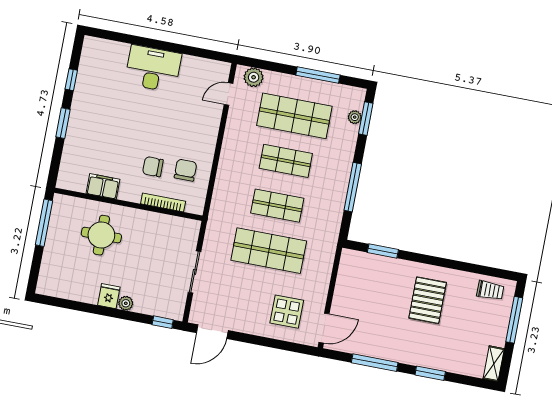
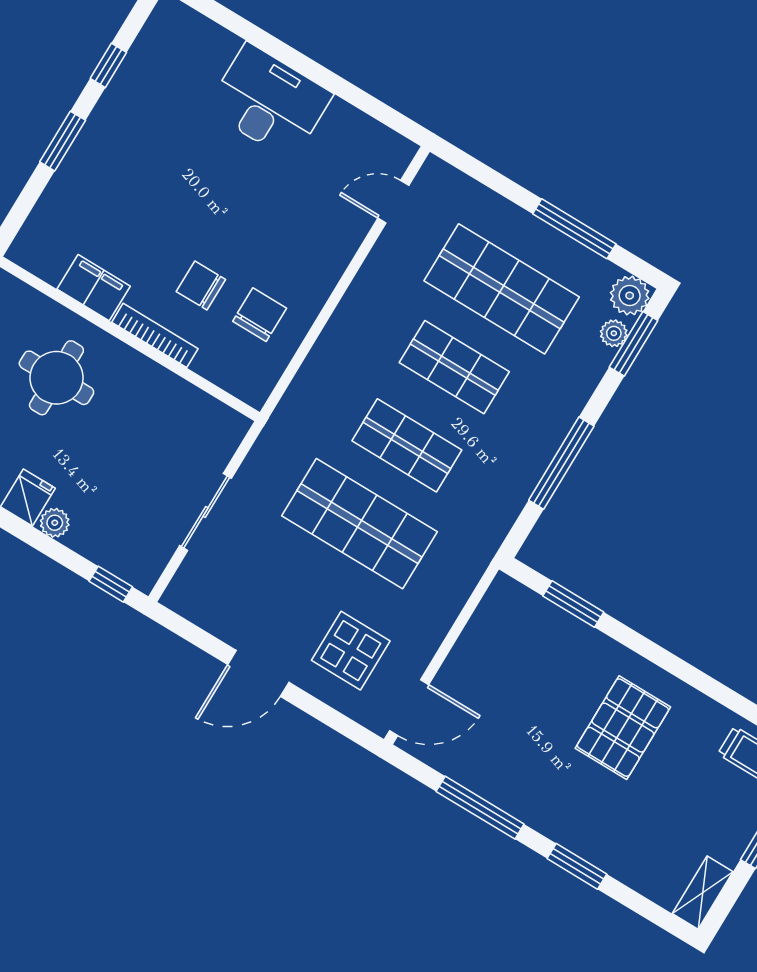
plant: (254, 77) -> (630, 296), moved
bookcase: (163, 202) -> (155, 335), moved
door: (212, 332) -> (258, 673), moved

